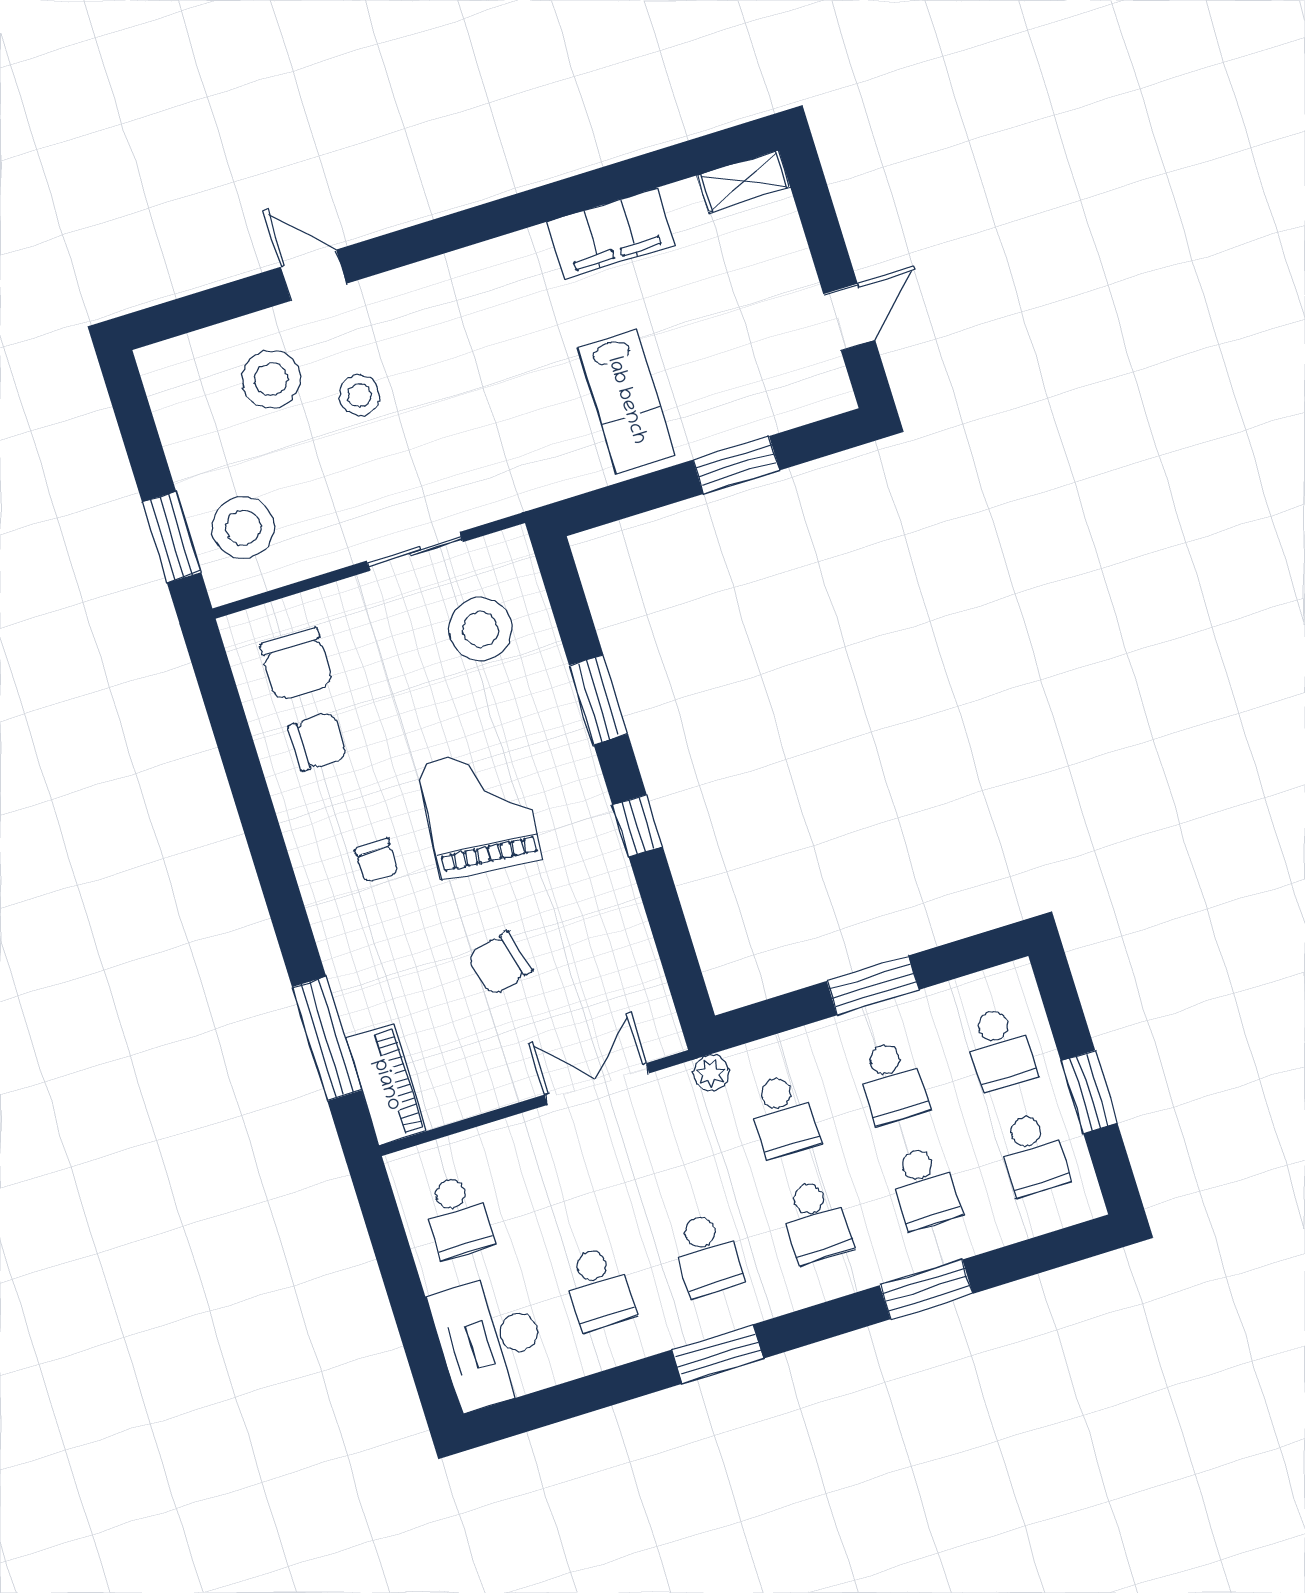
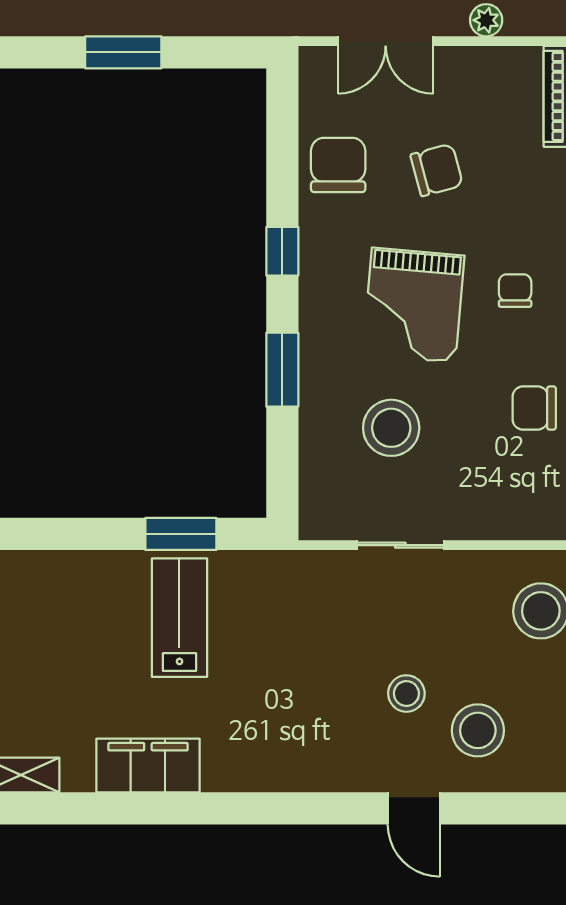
window: (736, 465) -> (181, 534), moved
stool: (480, 629) -> (391, 428), moved
chair: (297, 664) -> (338, 165), moved
plant: (711, 1073) -> (486, 20), moved

